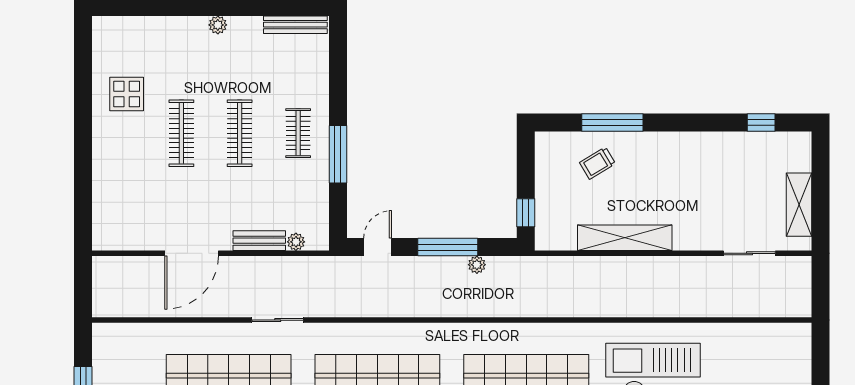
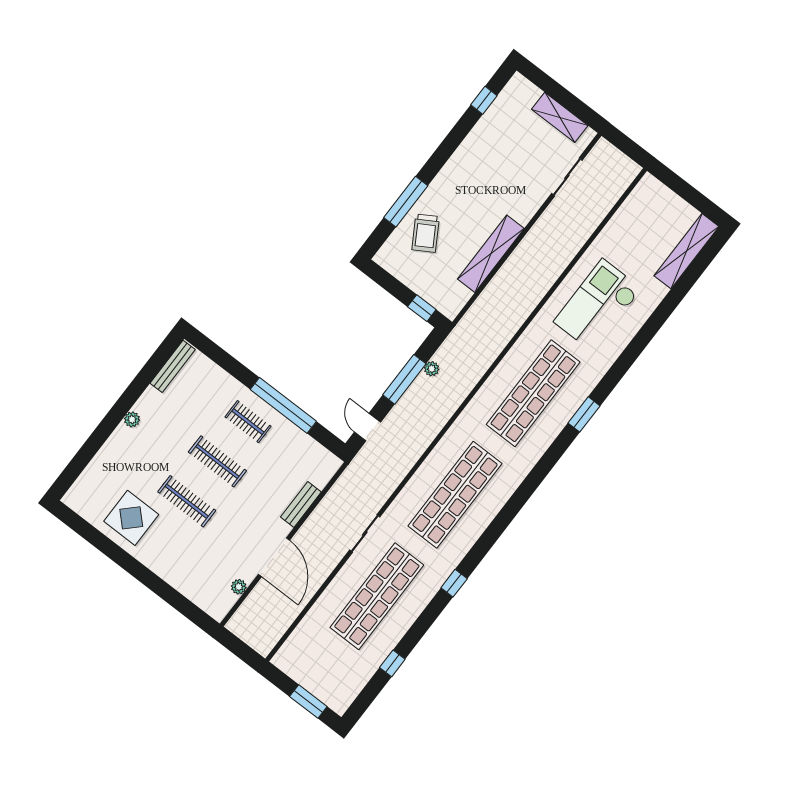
display table: (127, 94) -> (131, 518), width x1.36, depth x1.36
window: (338, 154) -> (283, 405), width x1.46
trolley: (597, 163) -> (426, 233), width x1.36, depth x1.39
plant: (296, 242) -> (239, 587), moved

